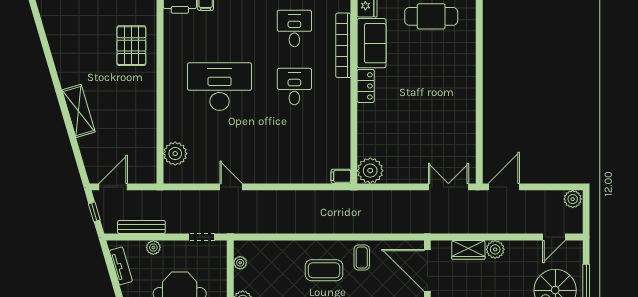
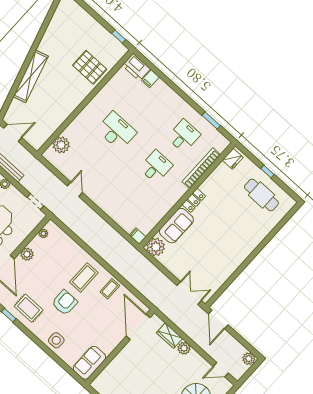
sofa: (371, 43) -> (176, 226), moved
pallet: (131, 46) -> (90, 67), turned 90
desk: (219, 87) -> (117, 131), width x0.73, depth x0.77
shelving: (79, 111) -> (31, 76), width x1.47
door: (504, 187) -> (218, 319), swing flipped
coffee table: (324, 270) -> (84, 277), turned 90

